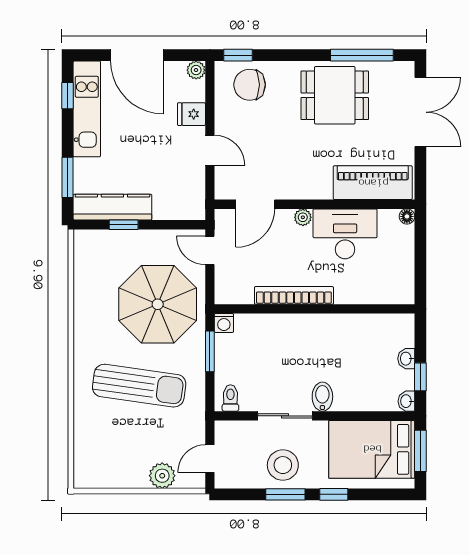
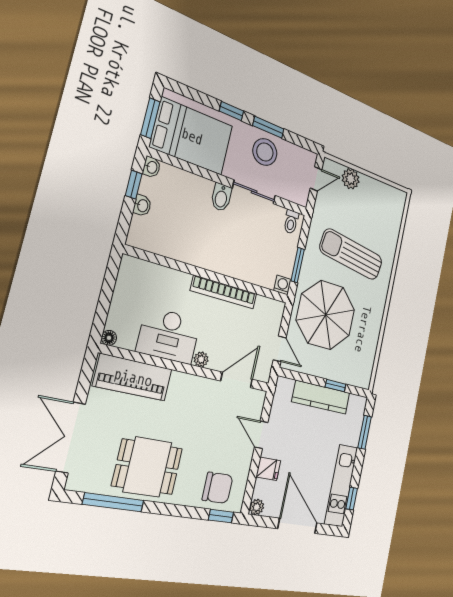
kitchen counter: (112, 207) -> (321, 397), moved

